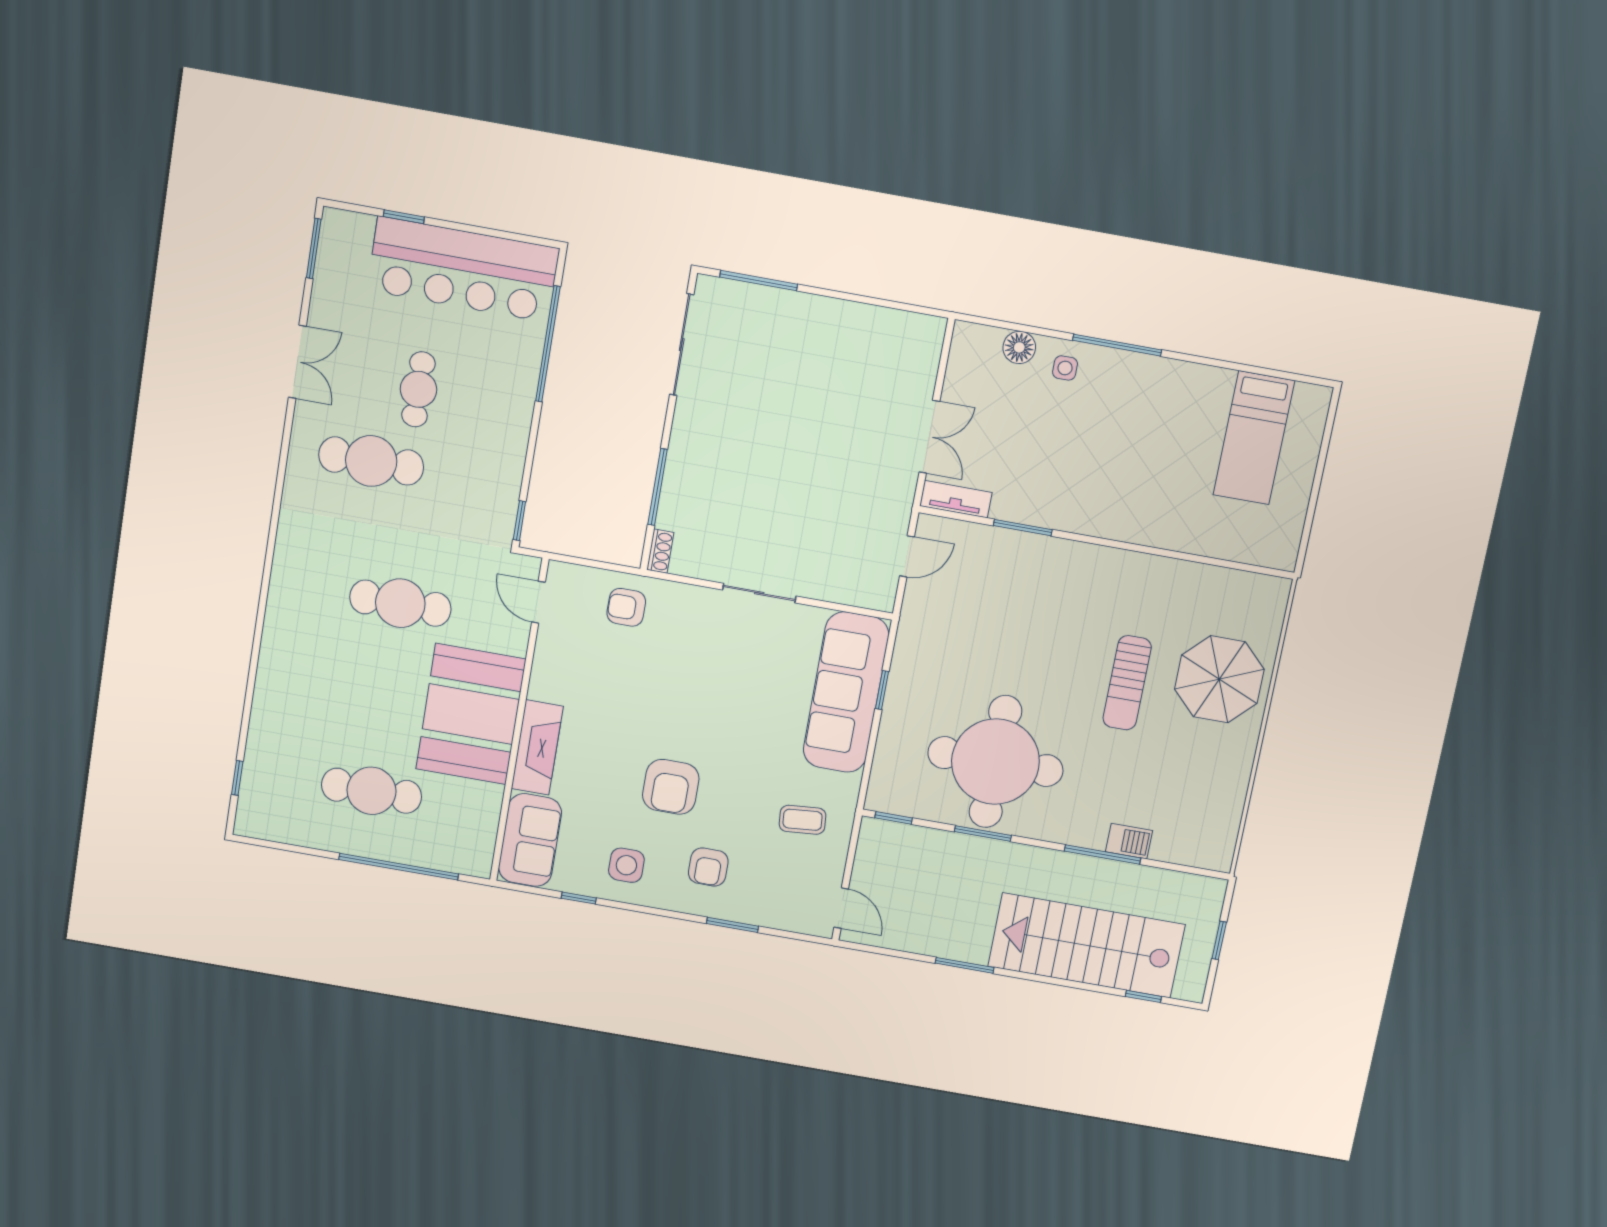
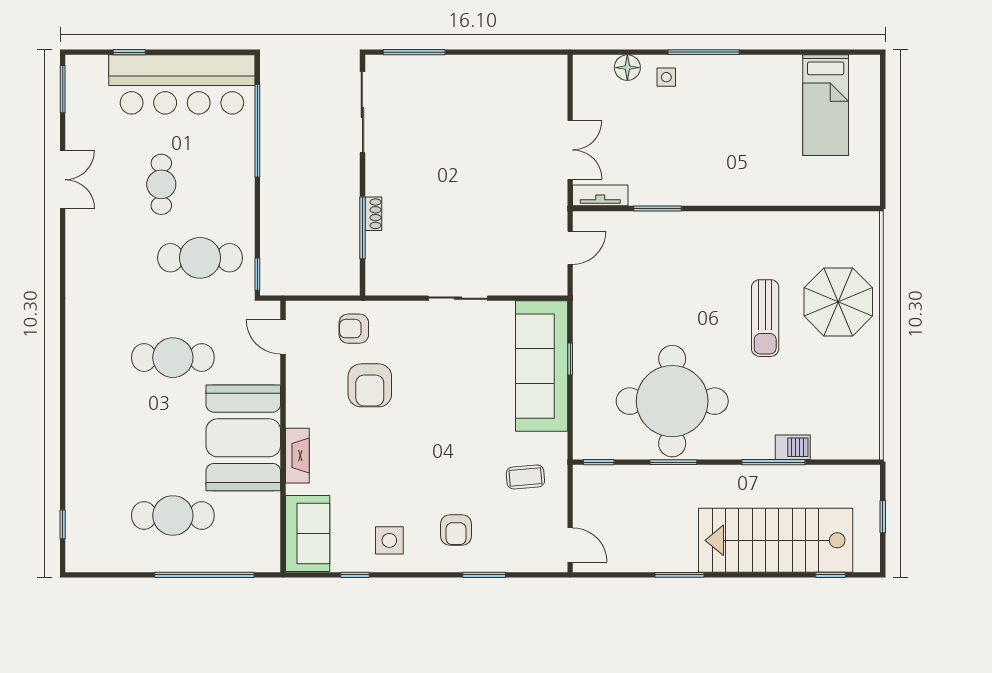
cafe table: (371, 461) -> (200, 258), moved
shoe rack: (660, 551) -> (373, 214), moved
fireplace: (537, 747) -> (297, 456), width x0.73, depth x0.76
armchair: (671, 787) -> (370, 385), moved

